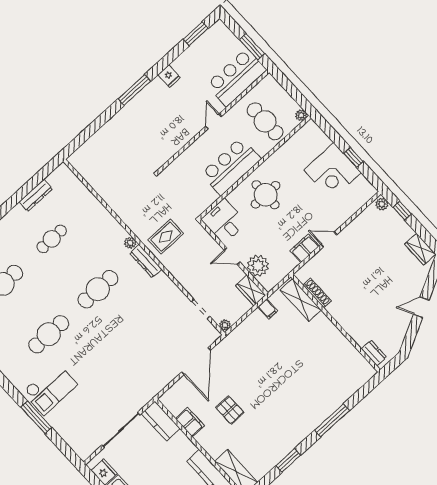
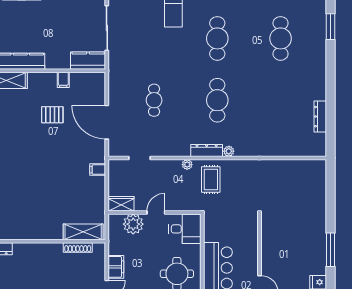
cafe table: (52, 239) -> (154, 100), moved
filing cabinet: (268, 309) -> (98, 170), moved
plant: (225, 325) -> (187, 165), moved
filing cabinet: (190, 422) -> (63, 80), width x0.50

